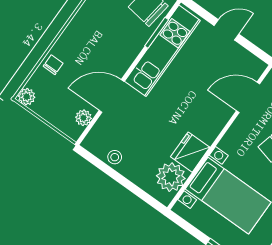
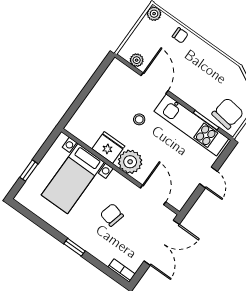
stool: (115, 157) -> (139, 119), moved
plant: (171, 177) -> (130, 162), moved

